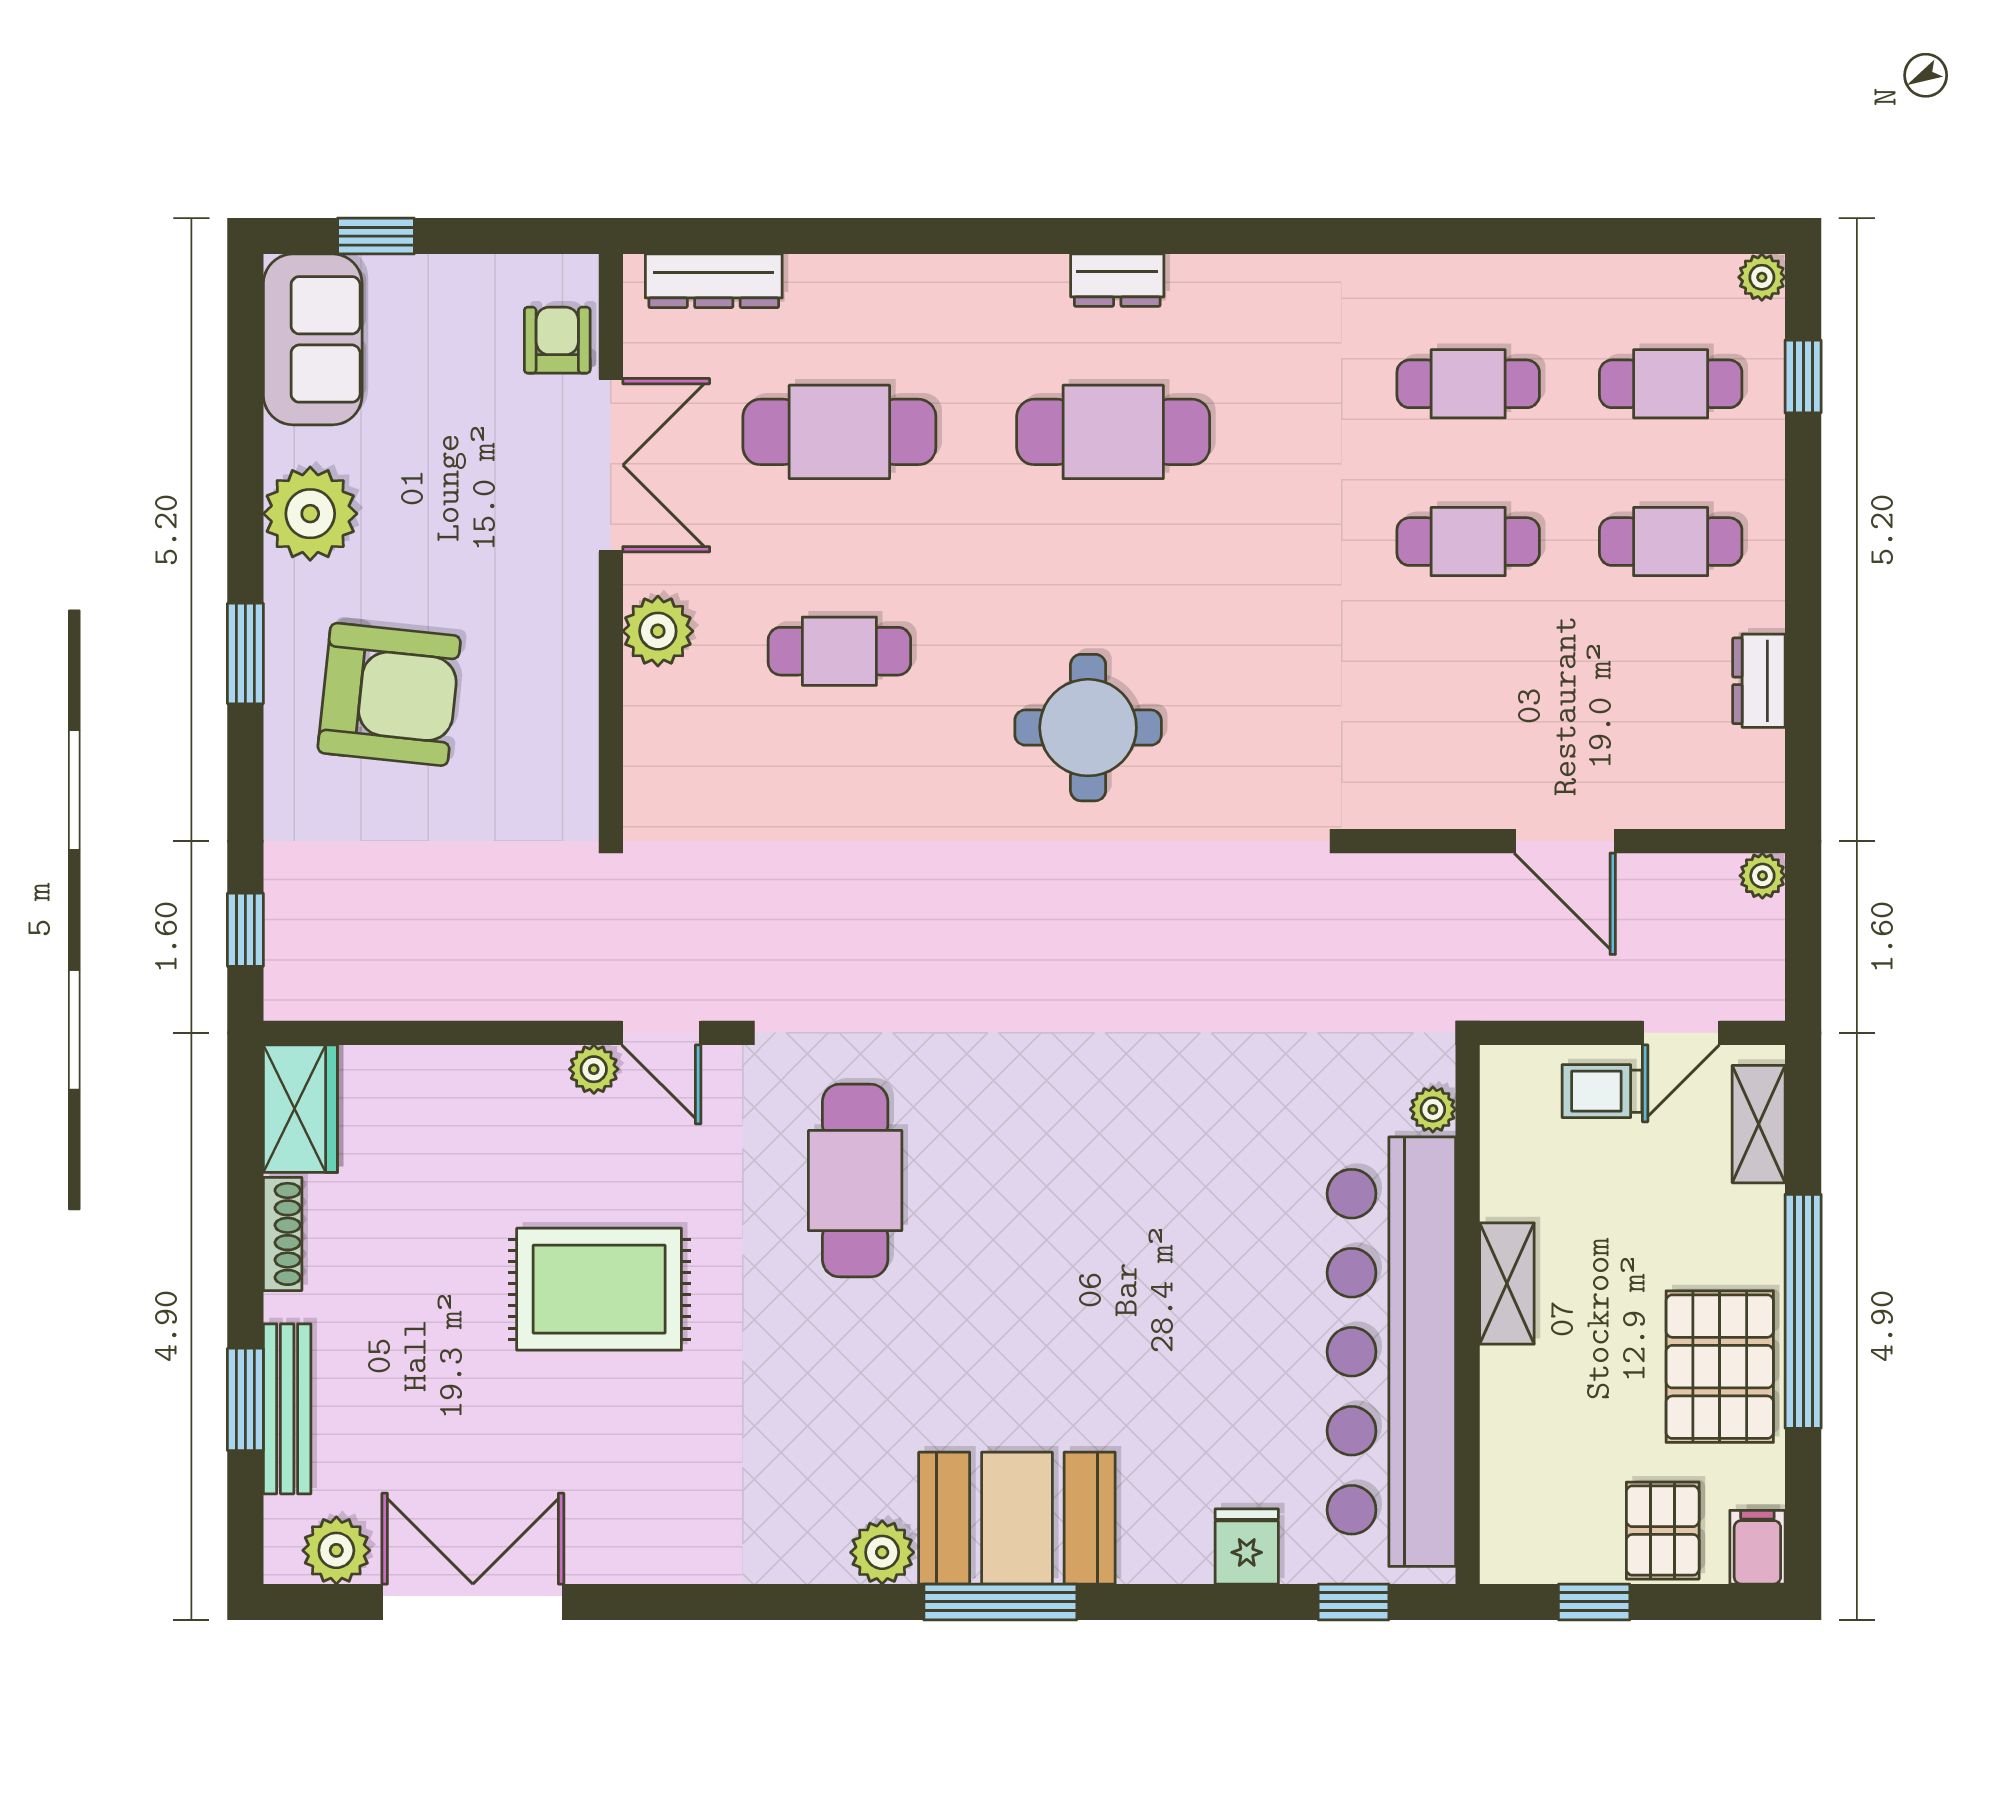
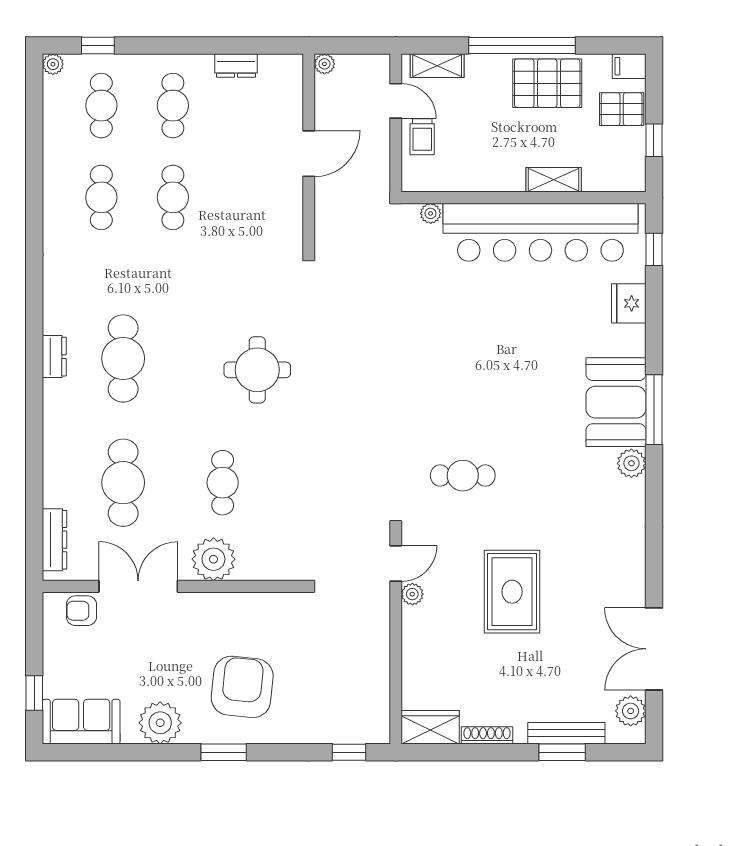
plant: (658, 631) -> (213, 559), width x1.36, depth x1.36
cafe table: (855, 1181) -> (463, 476), width x0.73, depth x0.74
shelving: (1507, 1284) -> (554, 180), moved
fridge: (1247, 1546) -> (629, 303), width x1.38

